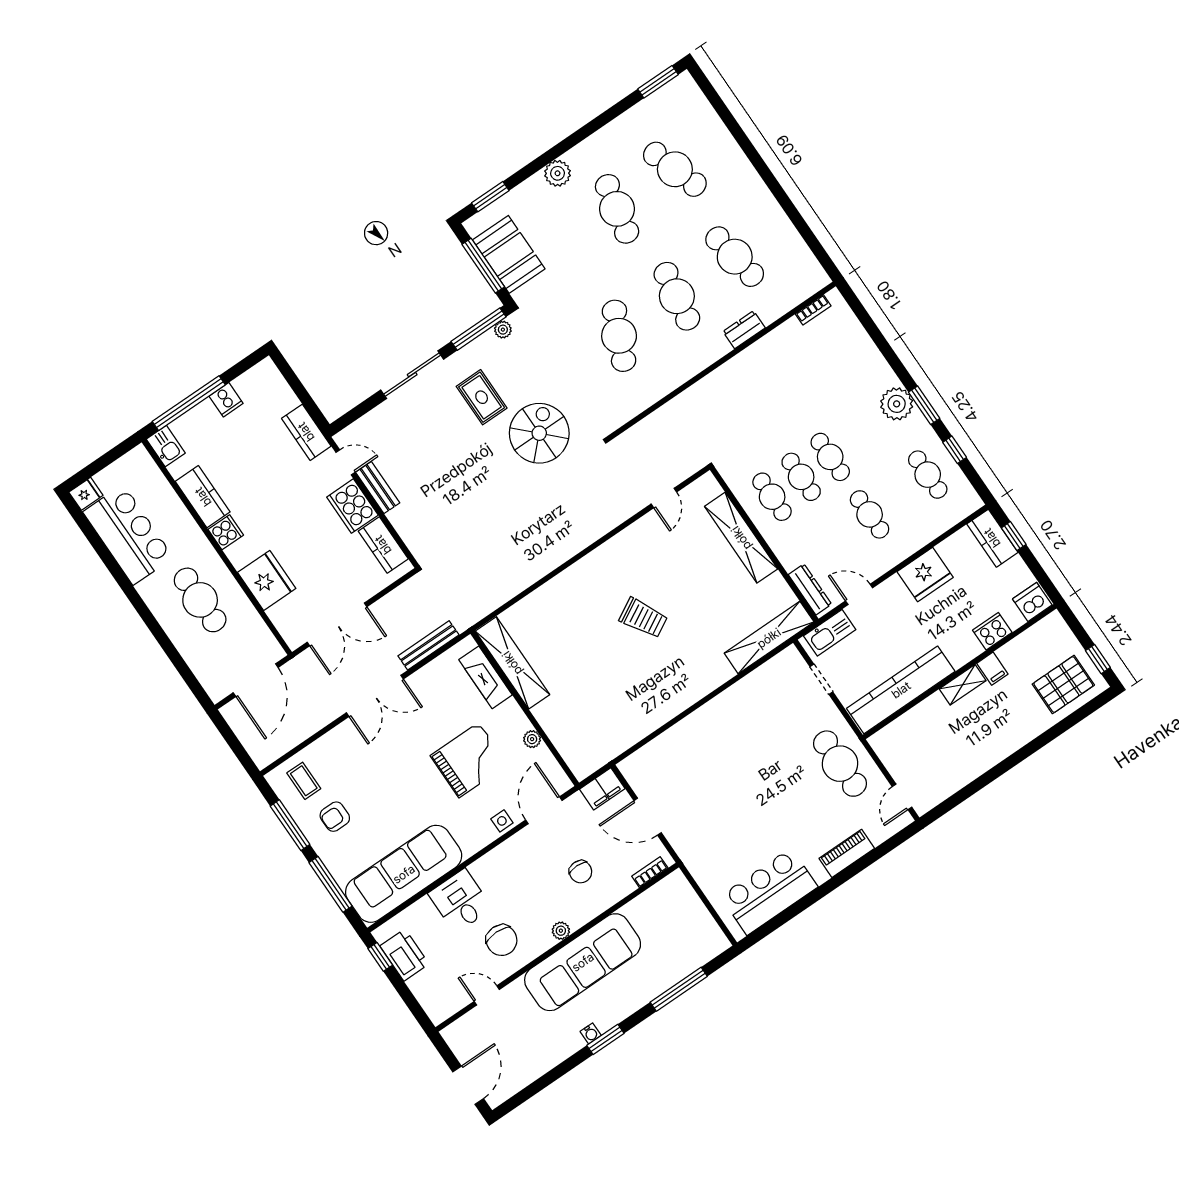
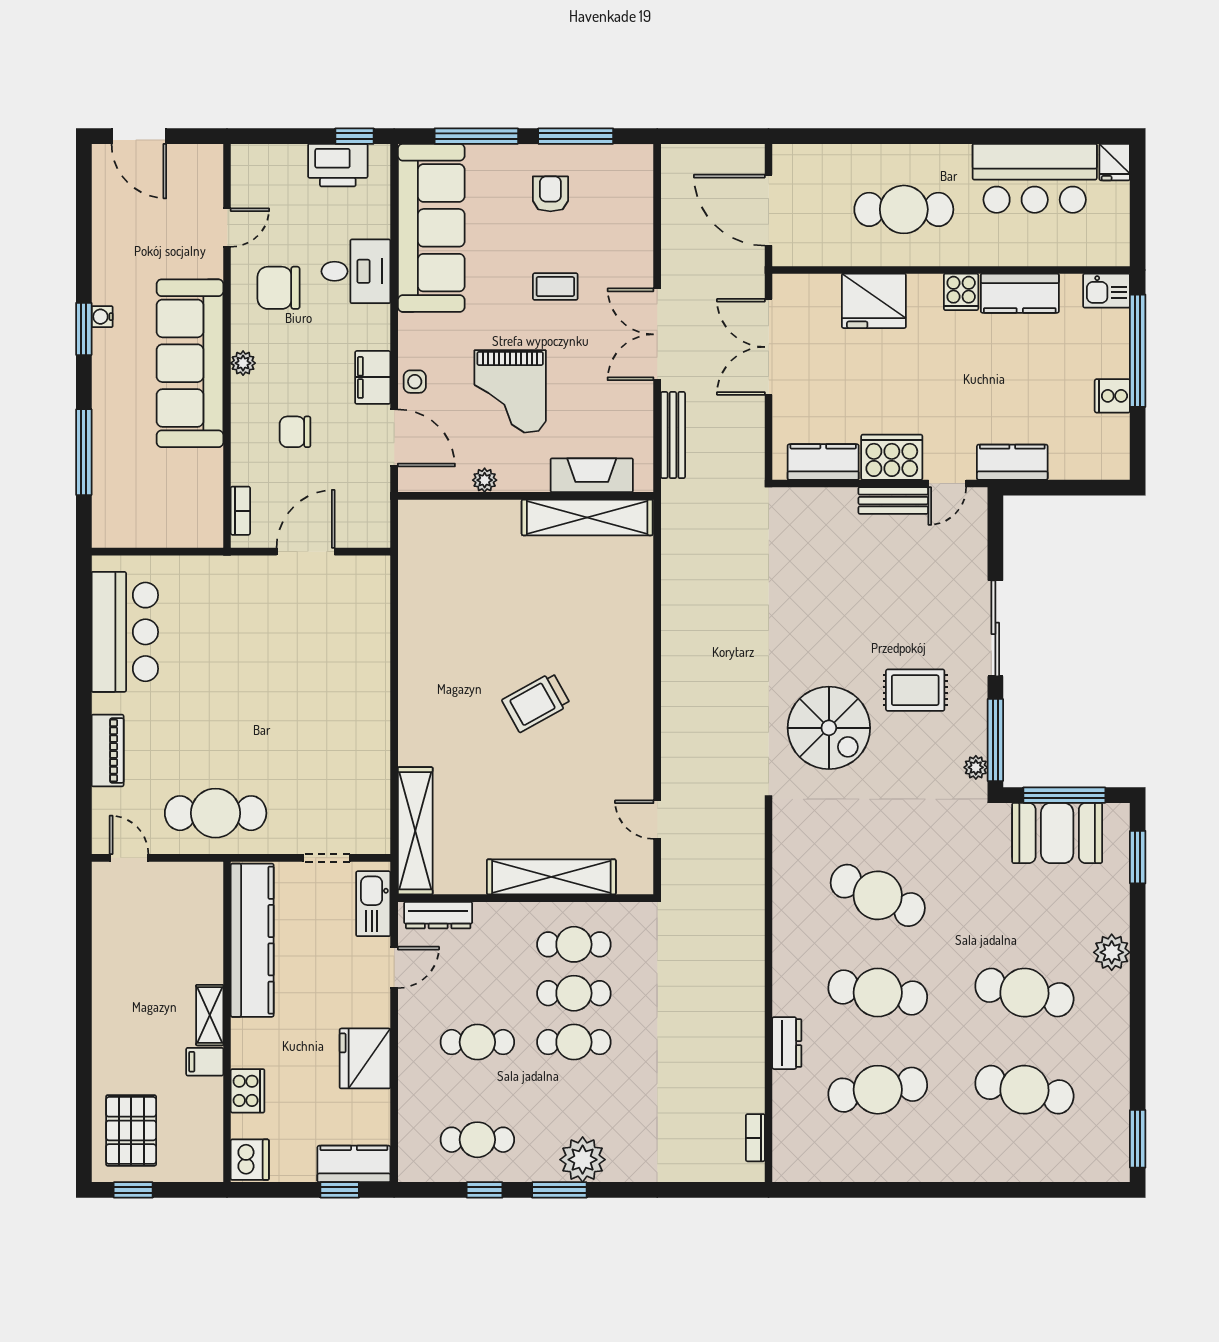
cafe table: (675, 169) -> (1024, 1090), turned 30
coffee table: (304, 781) -> (555, 287), moved
filing cabinet: (602, 789) -> (373, 377), moved

